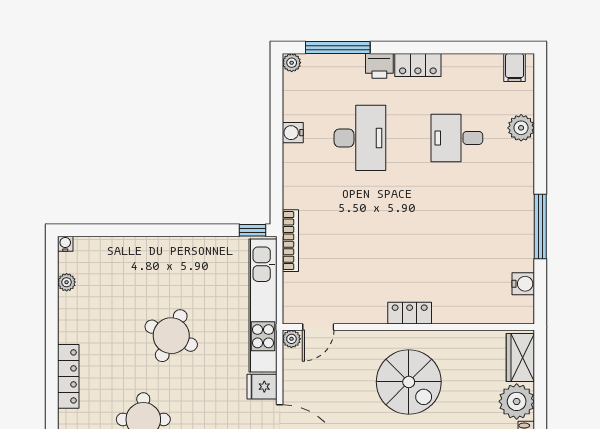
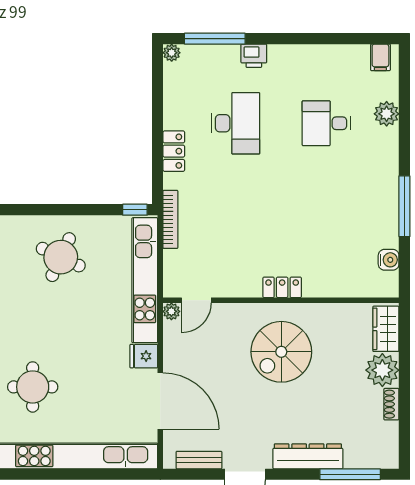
locker: (418, 65) -> (174, 151), moved, turned -90
water cooler: (293, 133) -> (173, 118), removed
round table: (171, 336) -> (61, 257), moved
spiral stairs: (409, 382) -> (281, 352), turned 90

